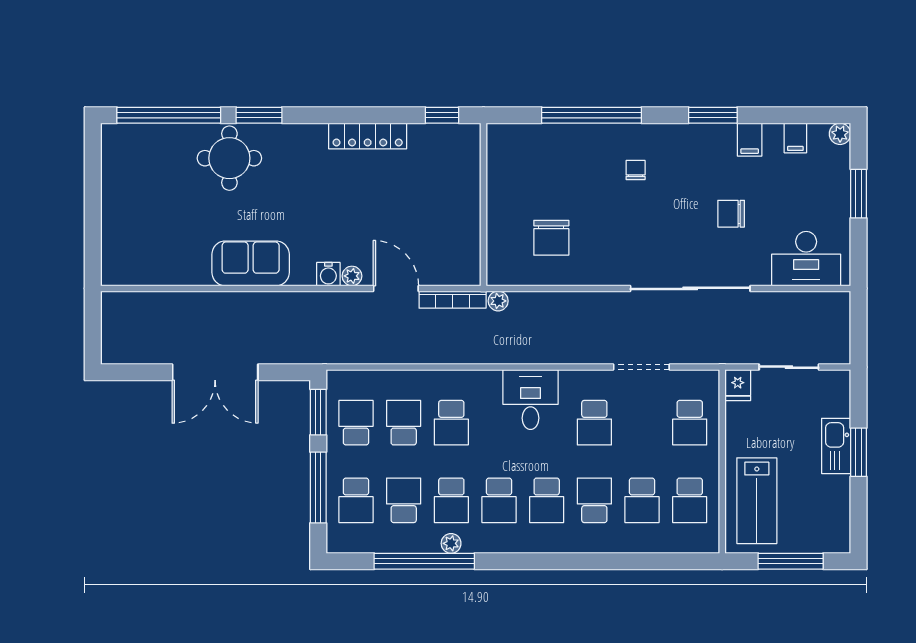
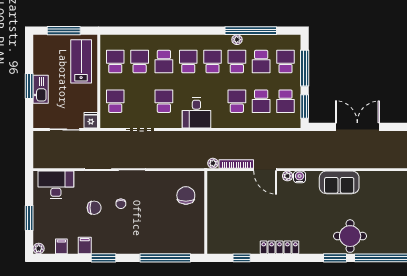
chair: (636, 170) -> (121, 204), moved
wall: (483, 204) -> (206, 212), moved

